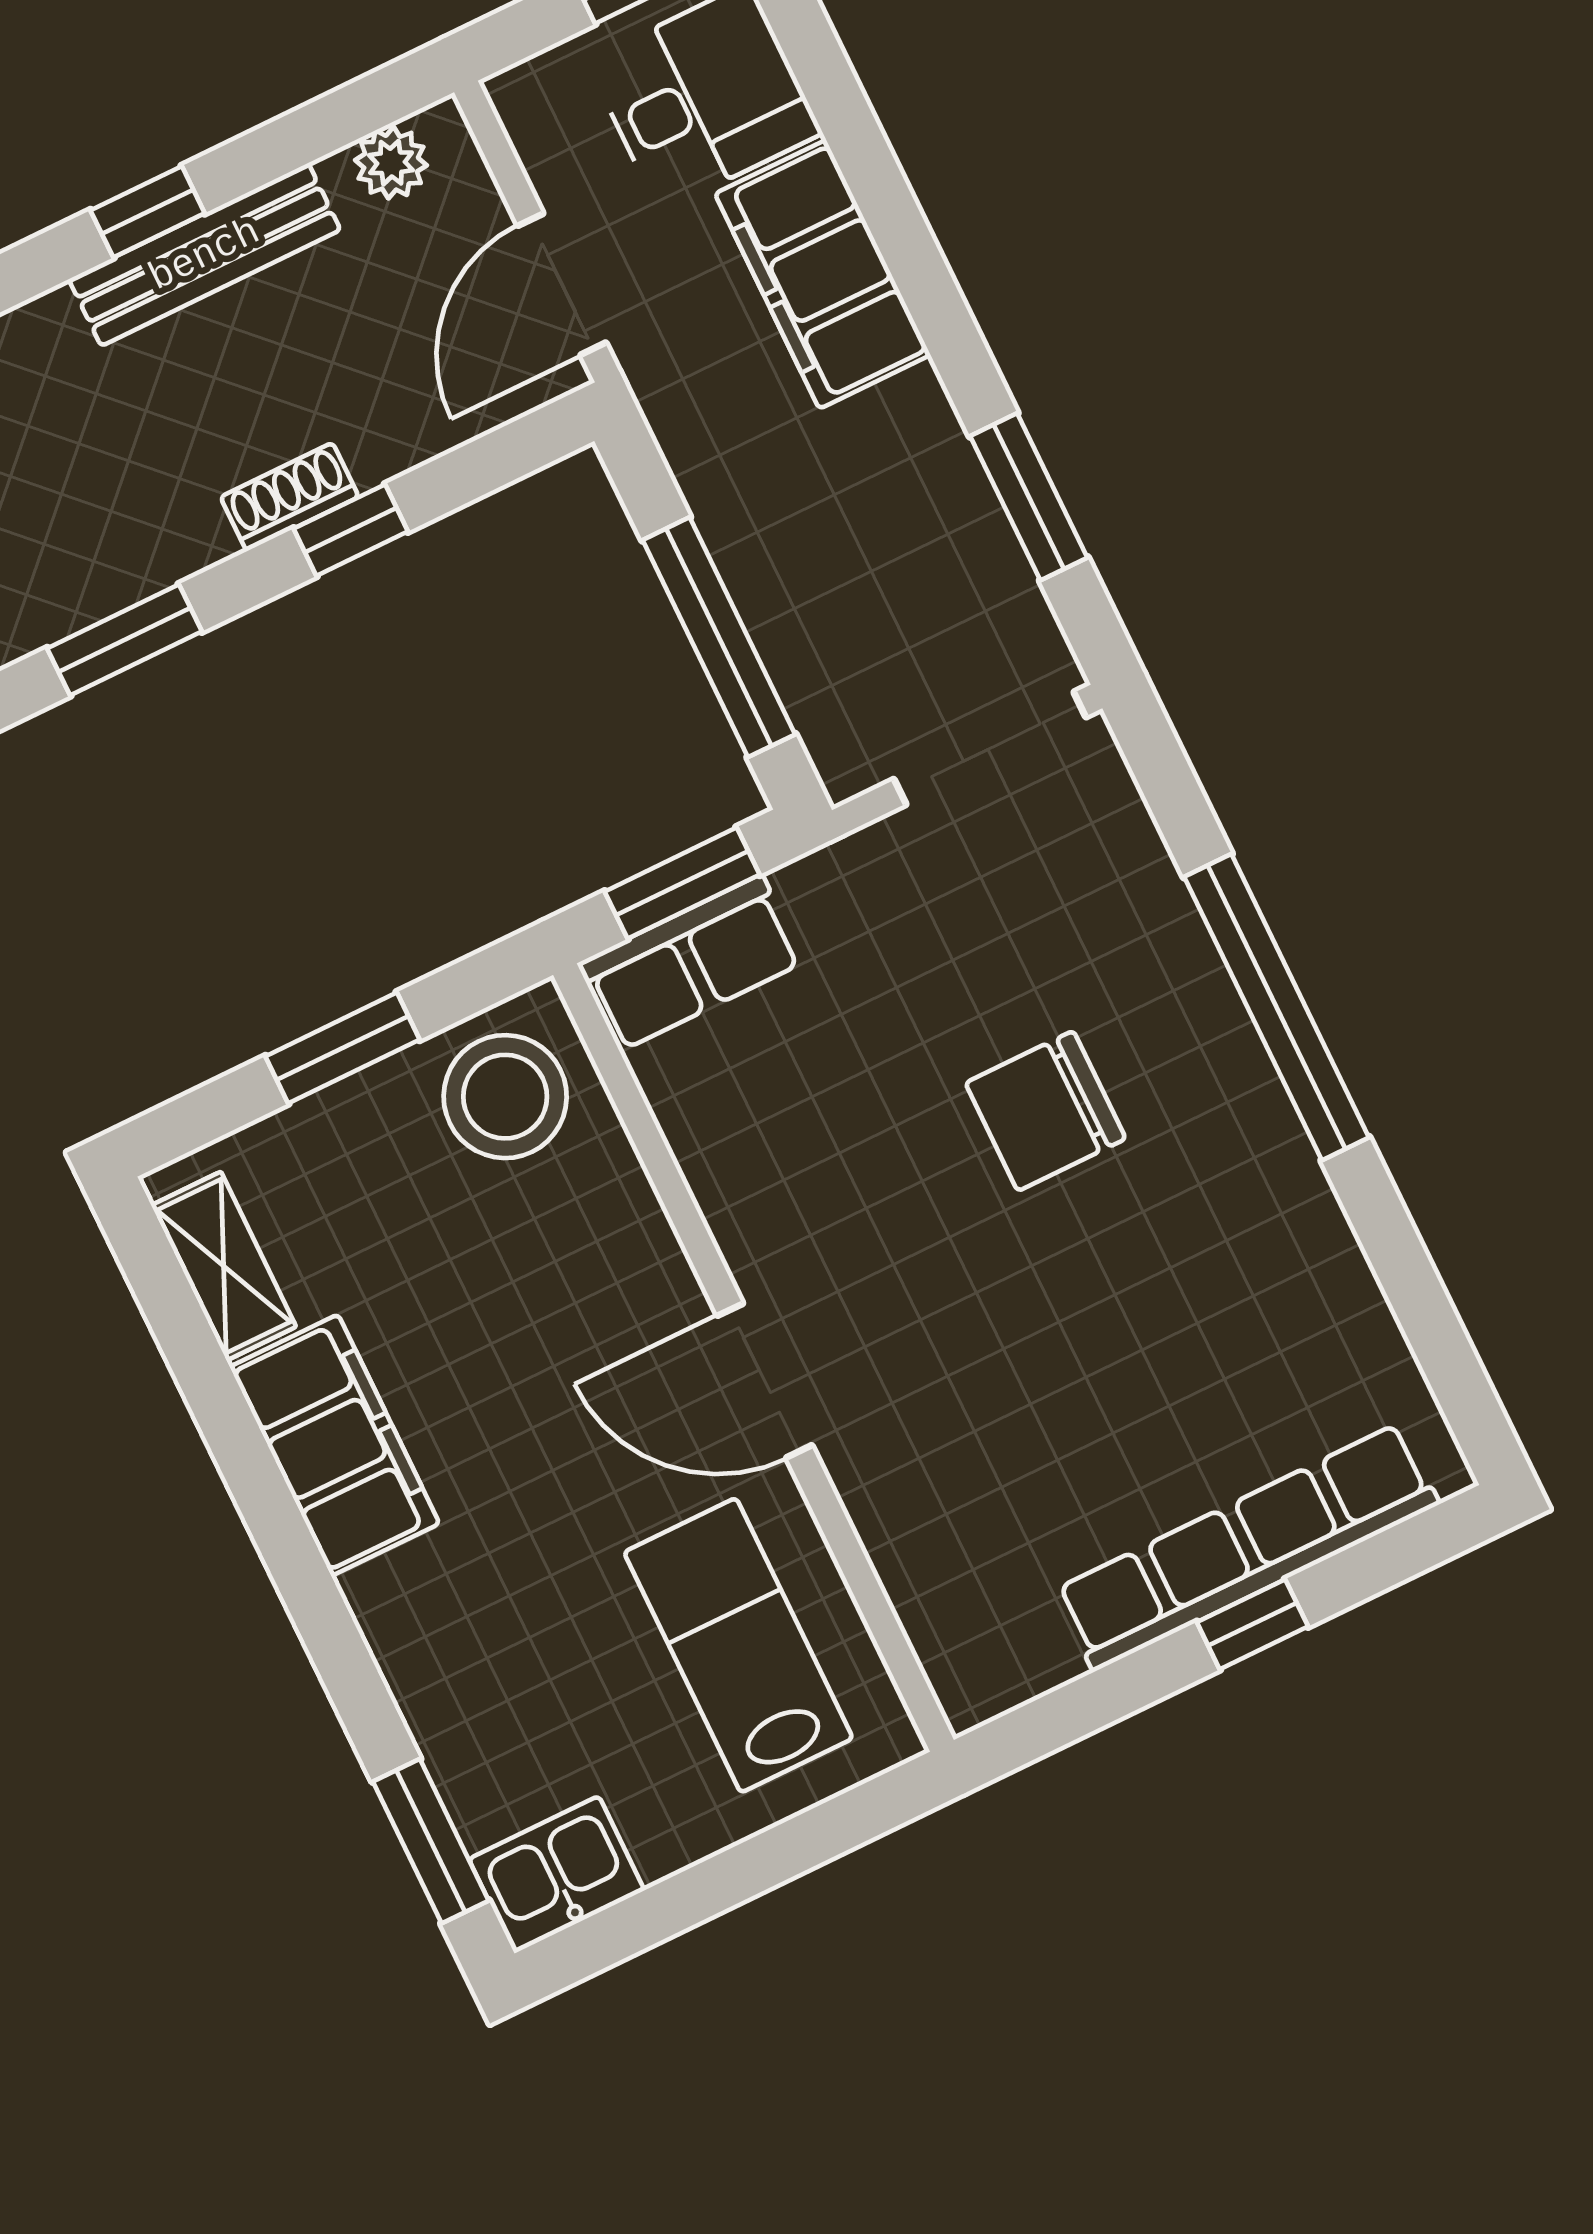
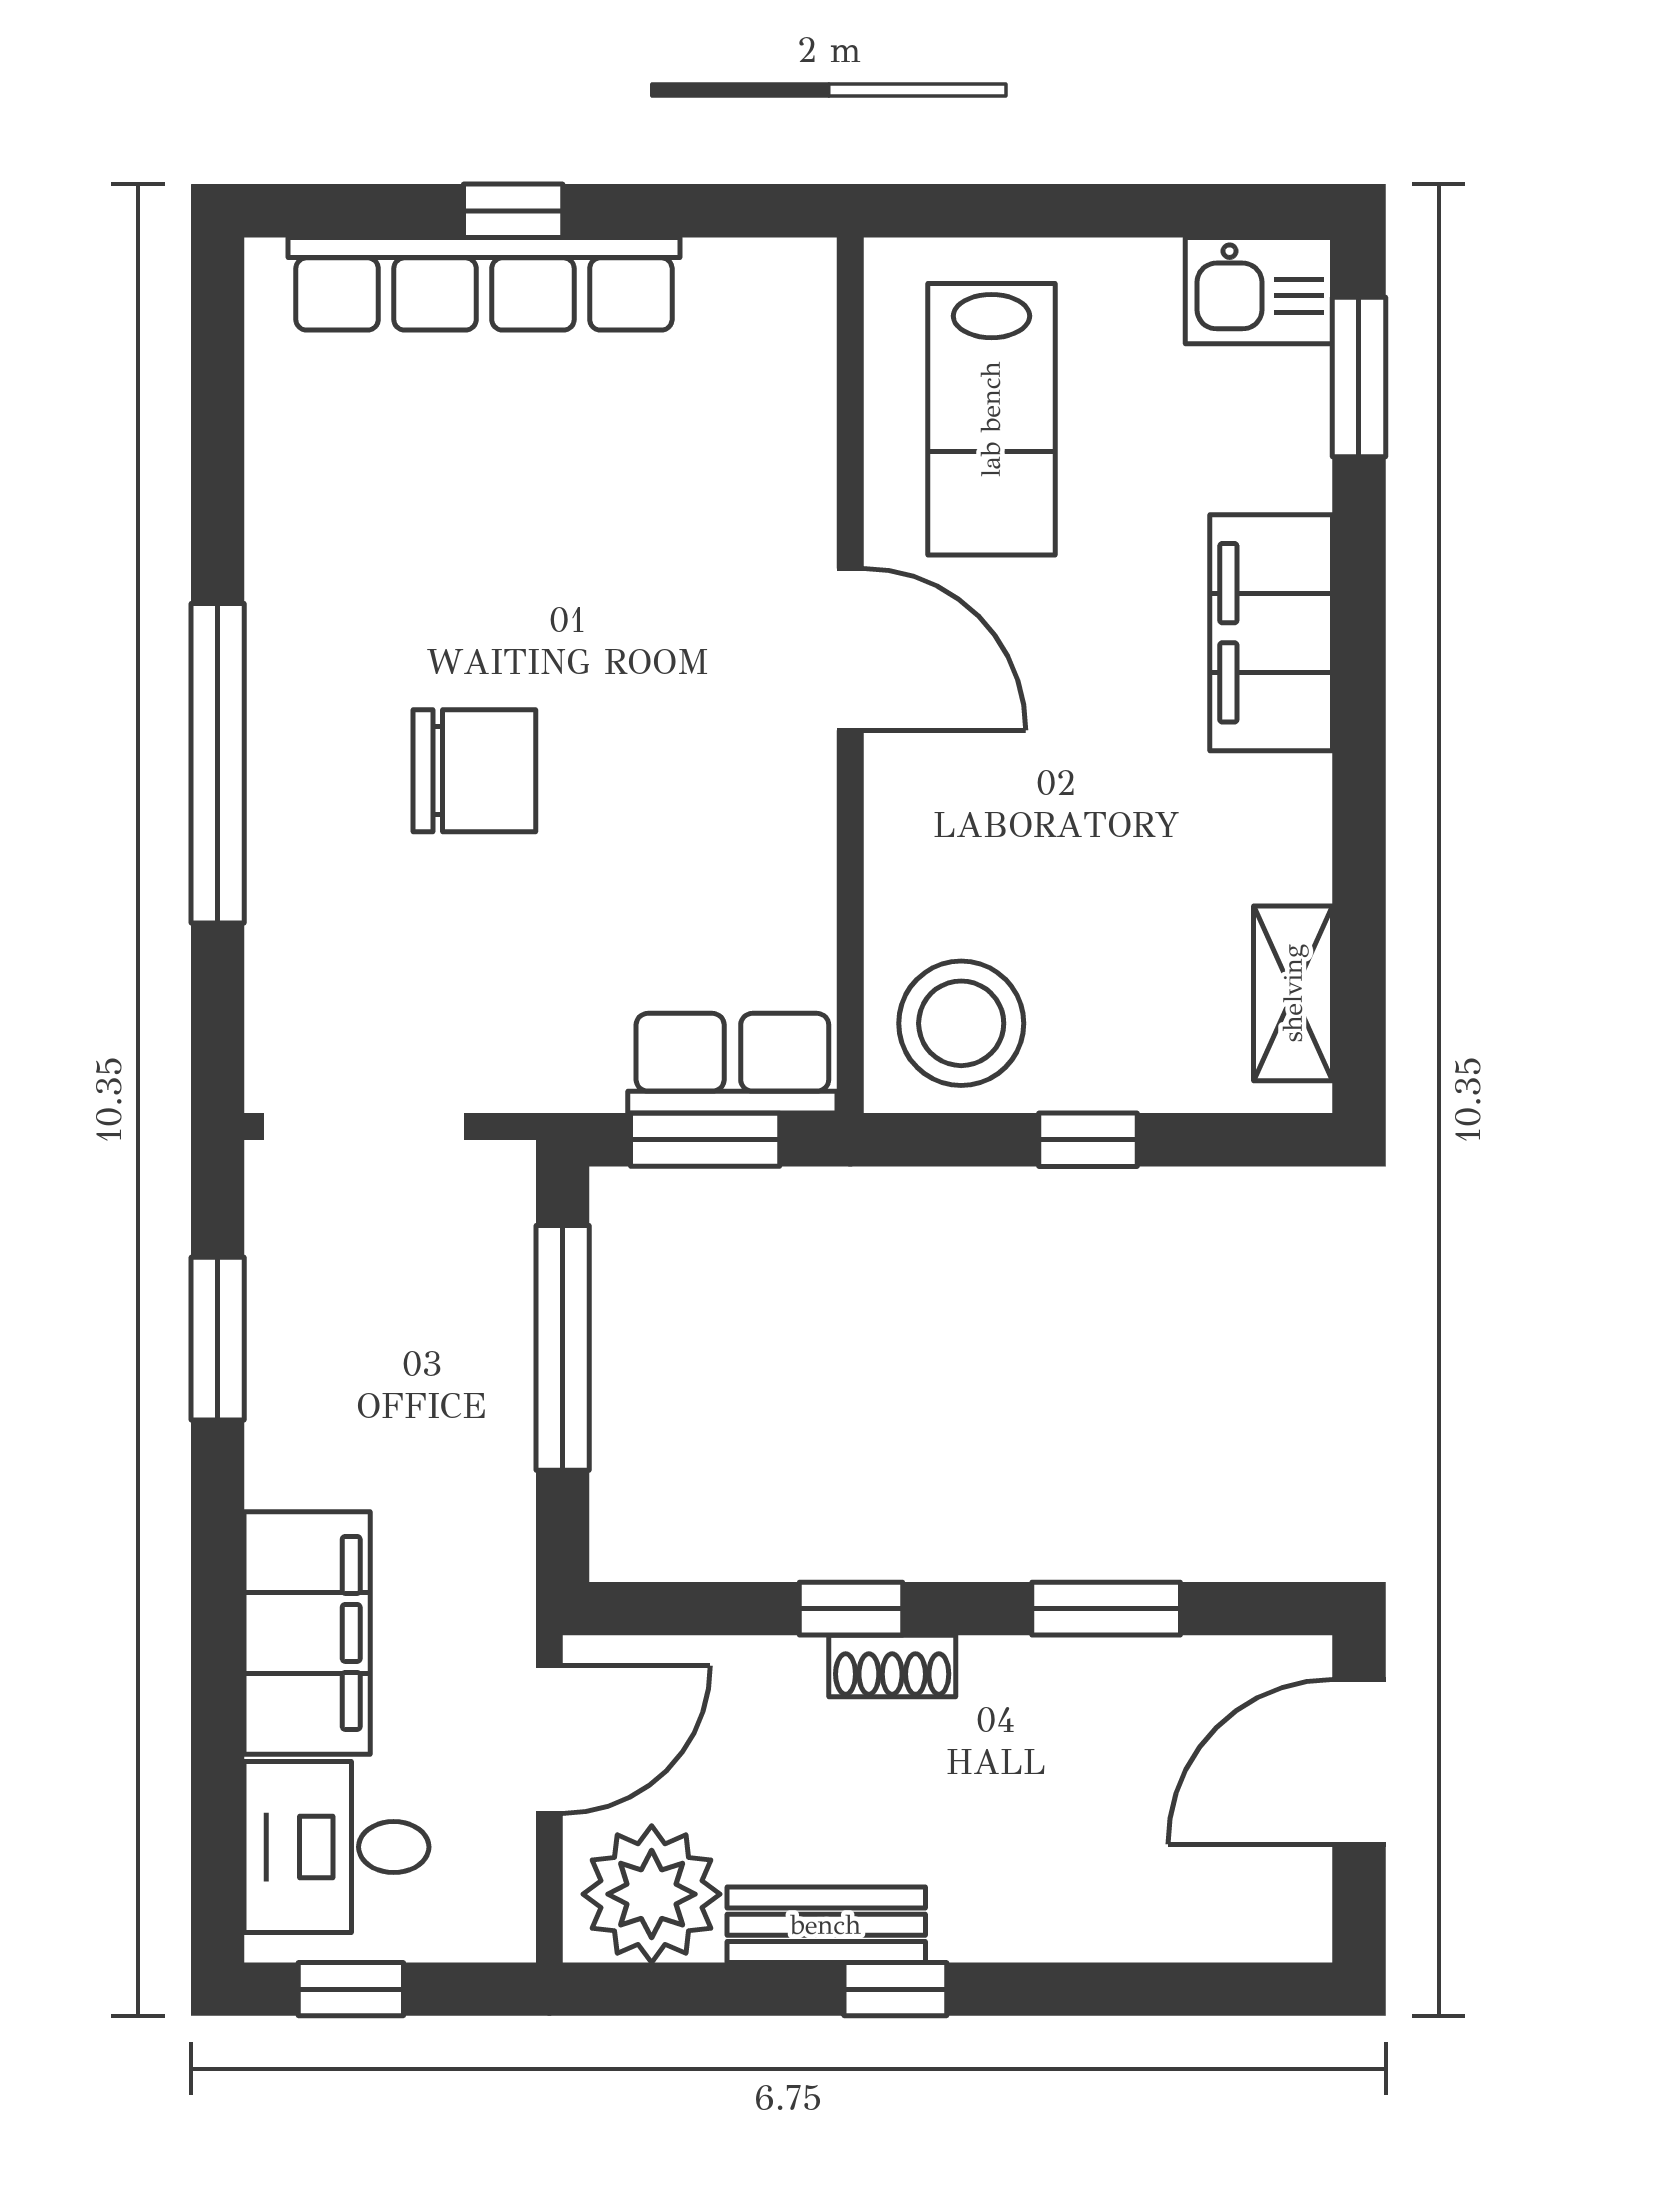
plant: (391, 163) -> (652, 1894), width x1.88, depth x1.88
bench: (205, 255) -> (826, 1925), width x0.73
window: (343, 1048) -> (1088, 1140), width x0.67
filing cabinet: (335, 1445) -> (1271, 633), moved

